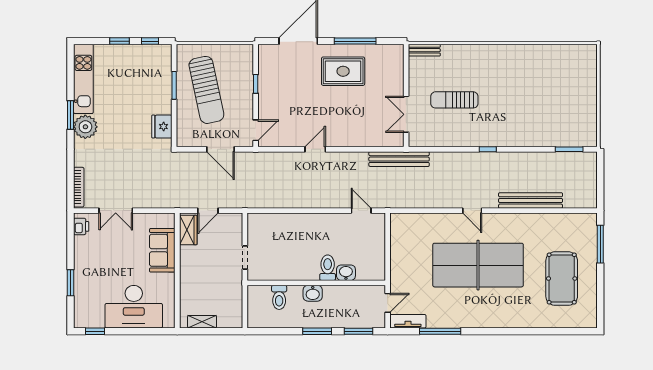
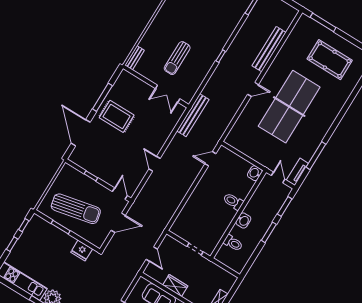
rug: (343, 71) -> (117, 116), turned 90
wardrobe: (188, 230) -> (175, 286), moved
washbasin: (346, 273) -> (255, 173), moved

